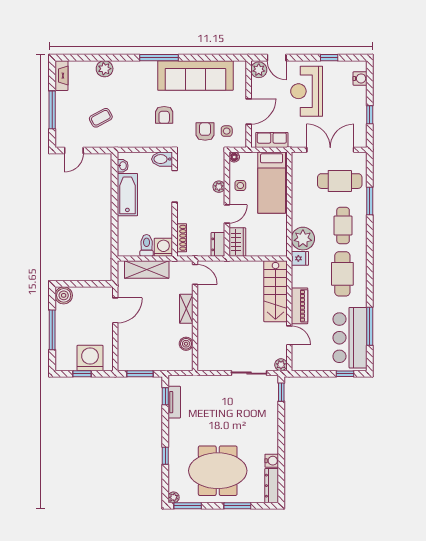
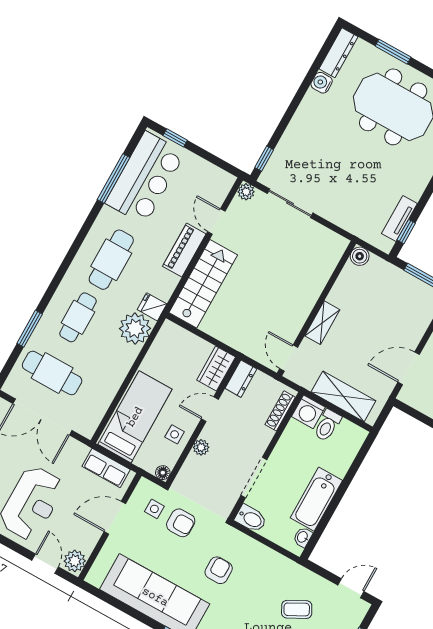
armchair: (205, 132) -> (181, 523), turned -90
boiler: (186, 344) -> (360, 256), moved

